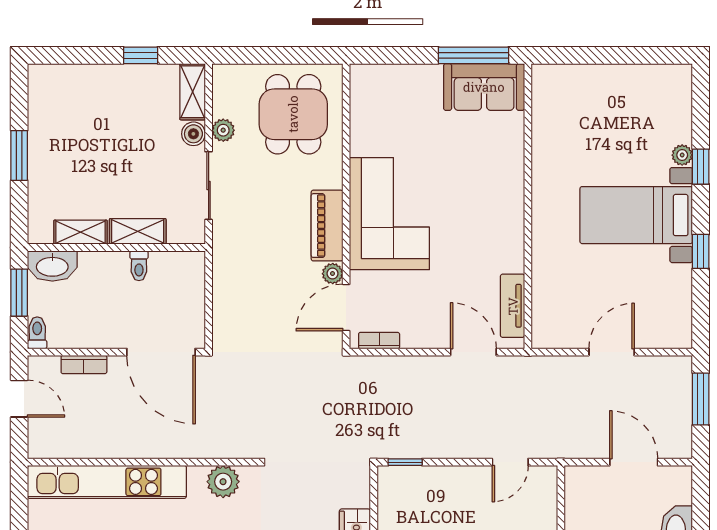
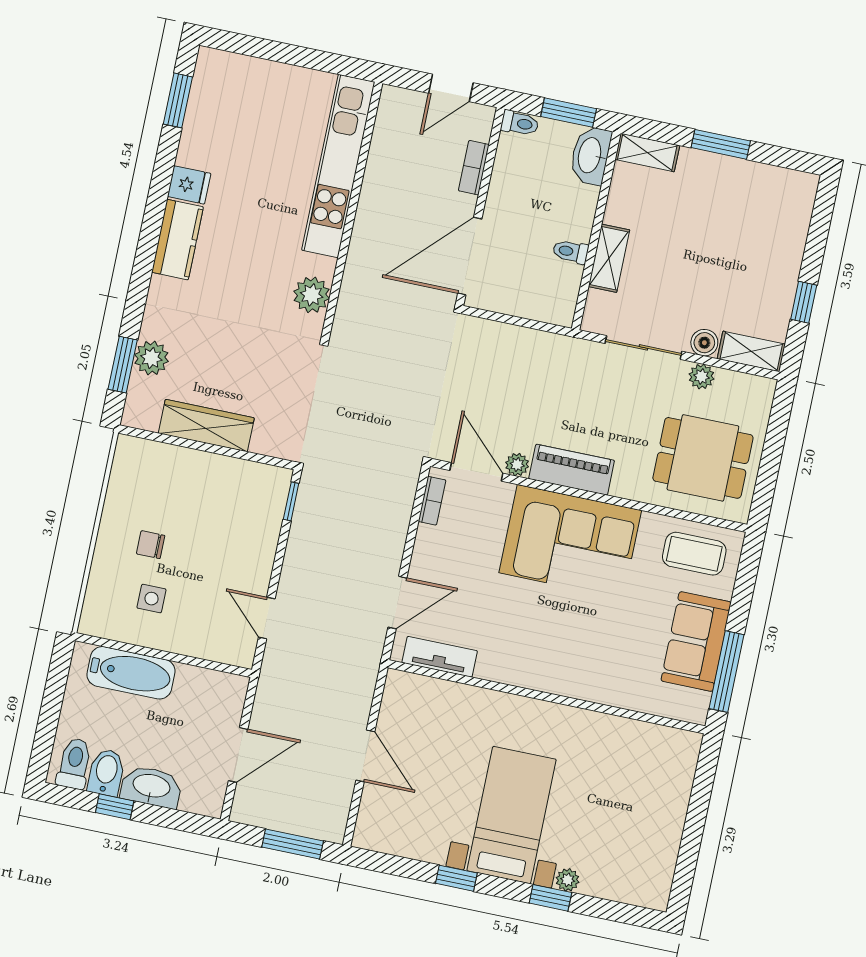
sofa: (484, 87) -> (696, 642), moved
coffee table: (378, 104) -> (694, 554), added
shelving: (80, 232) -> (647, 152), moved, turned 90

